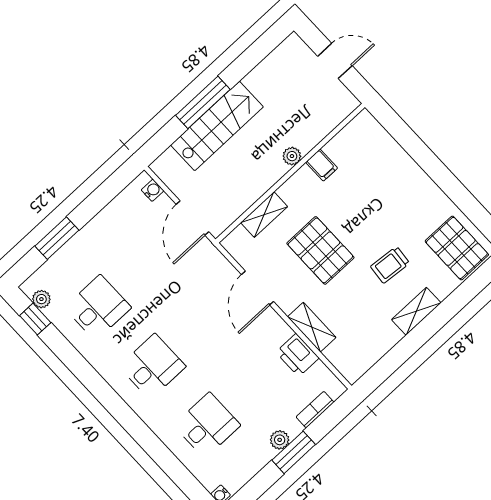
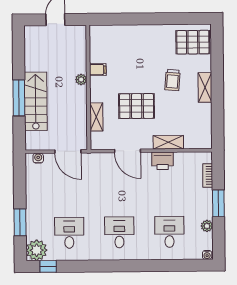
plant: (41, 299) -> (37, 250), width x1.88, depth x1.88
printer: (297, 355) -> (163, 161), moved
plant: (280, 440) -> (207, 226), moved

